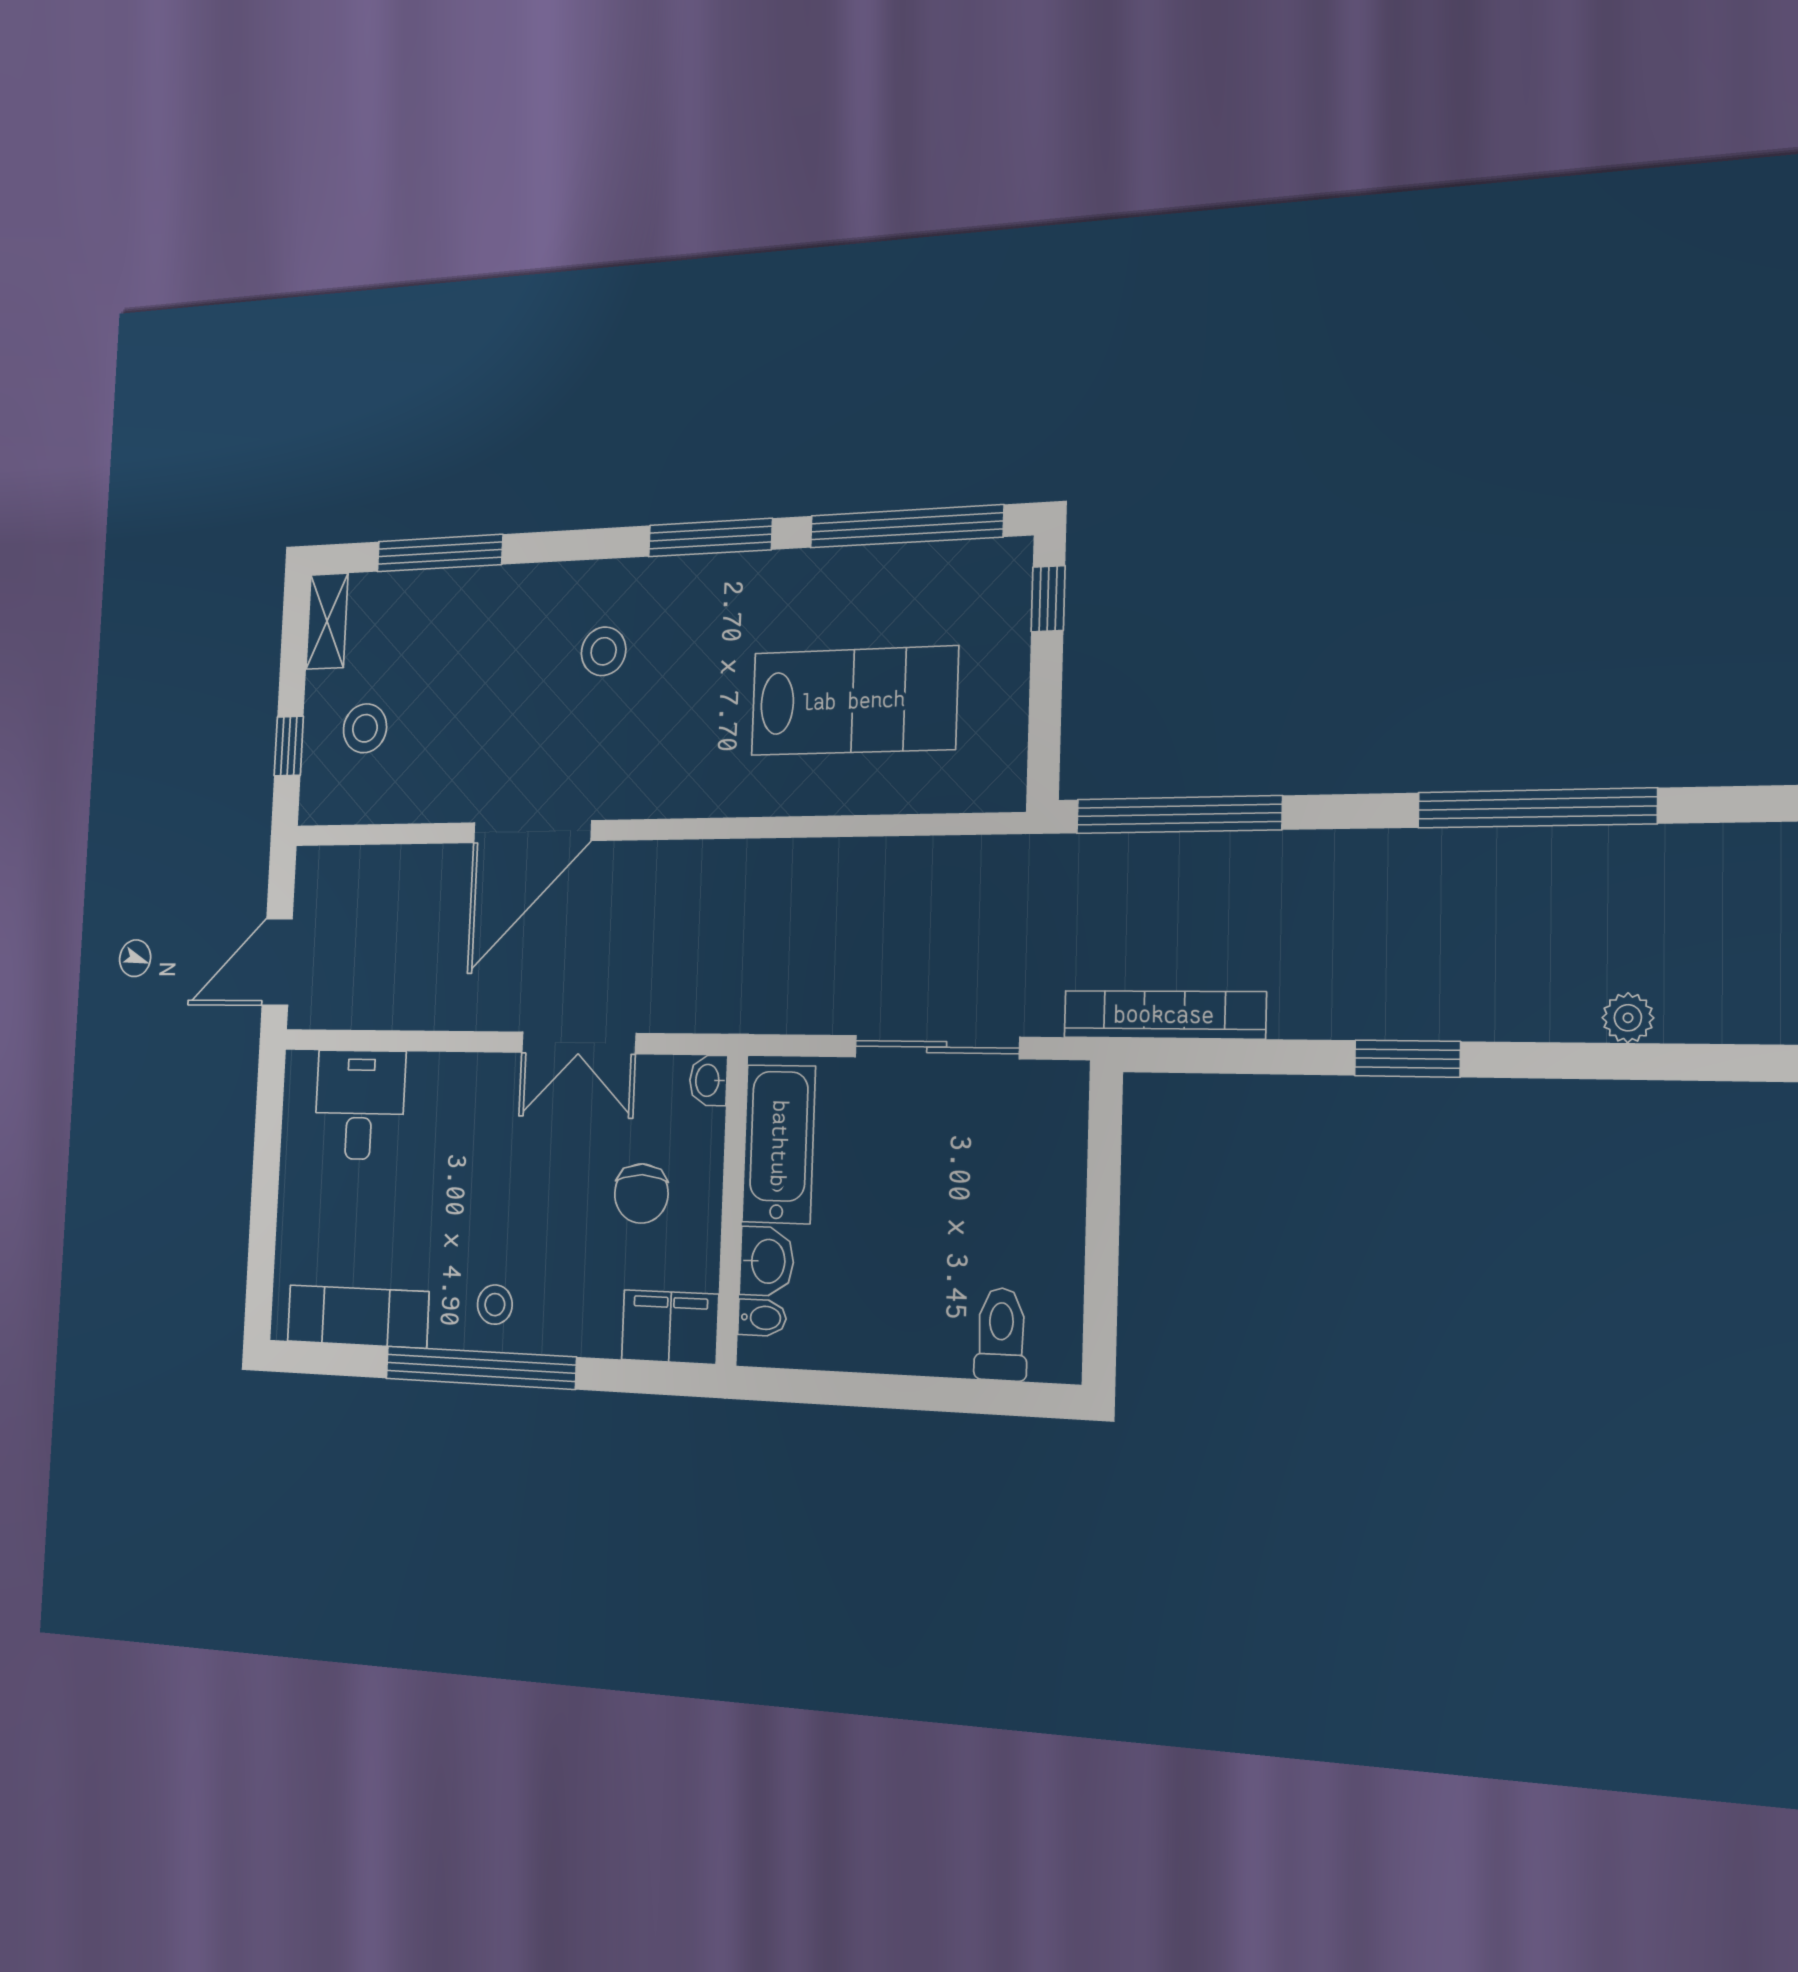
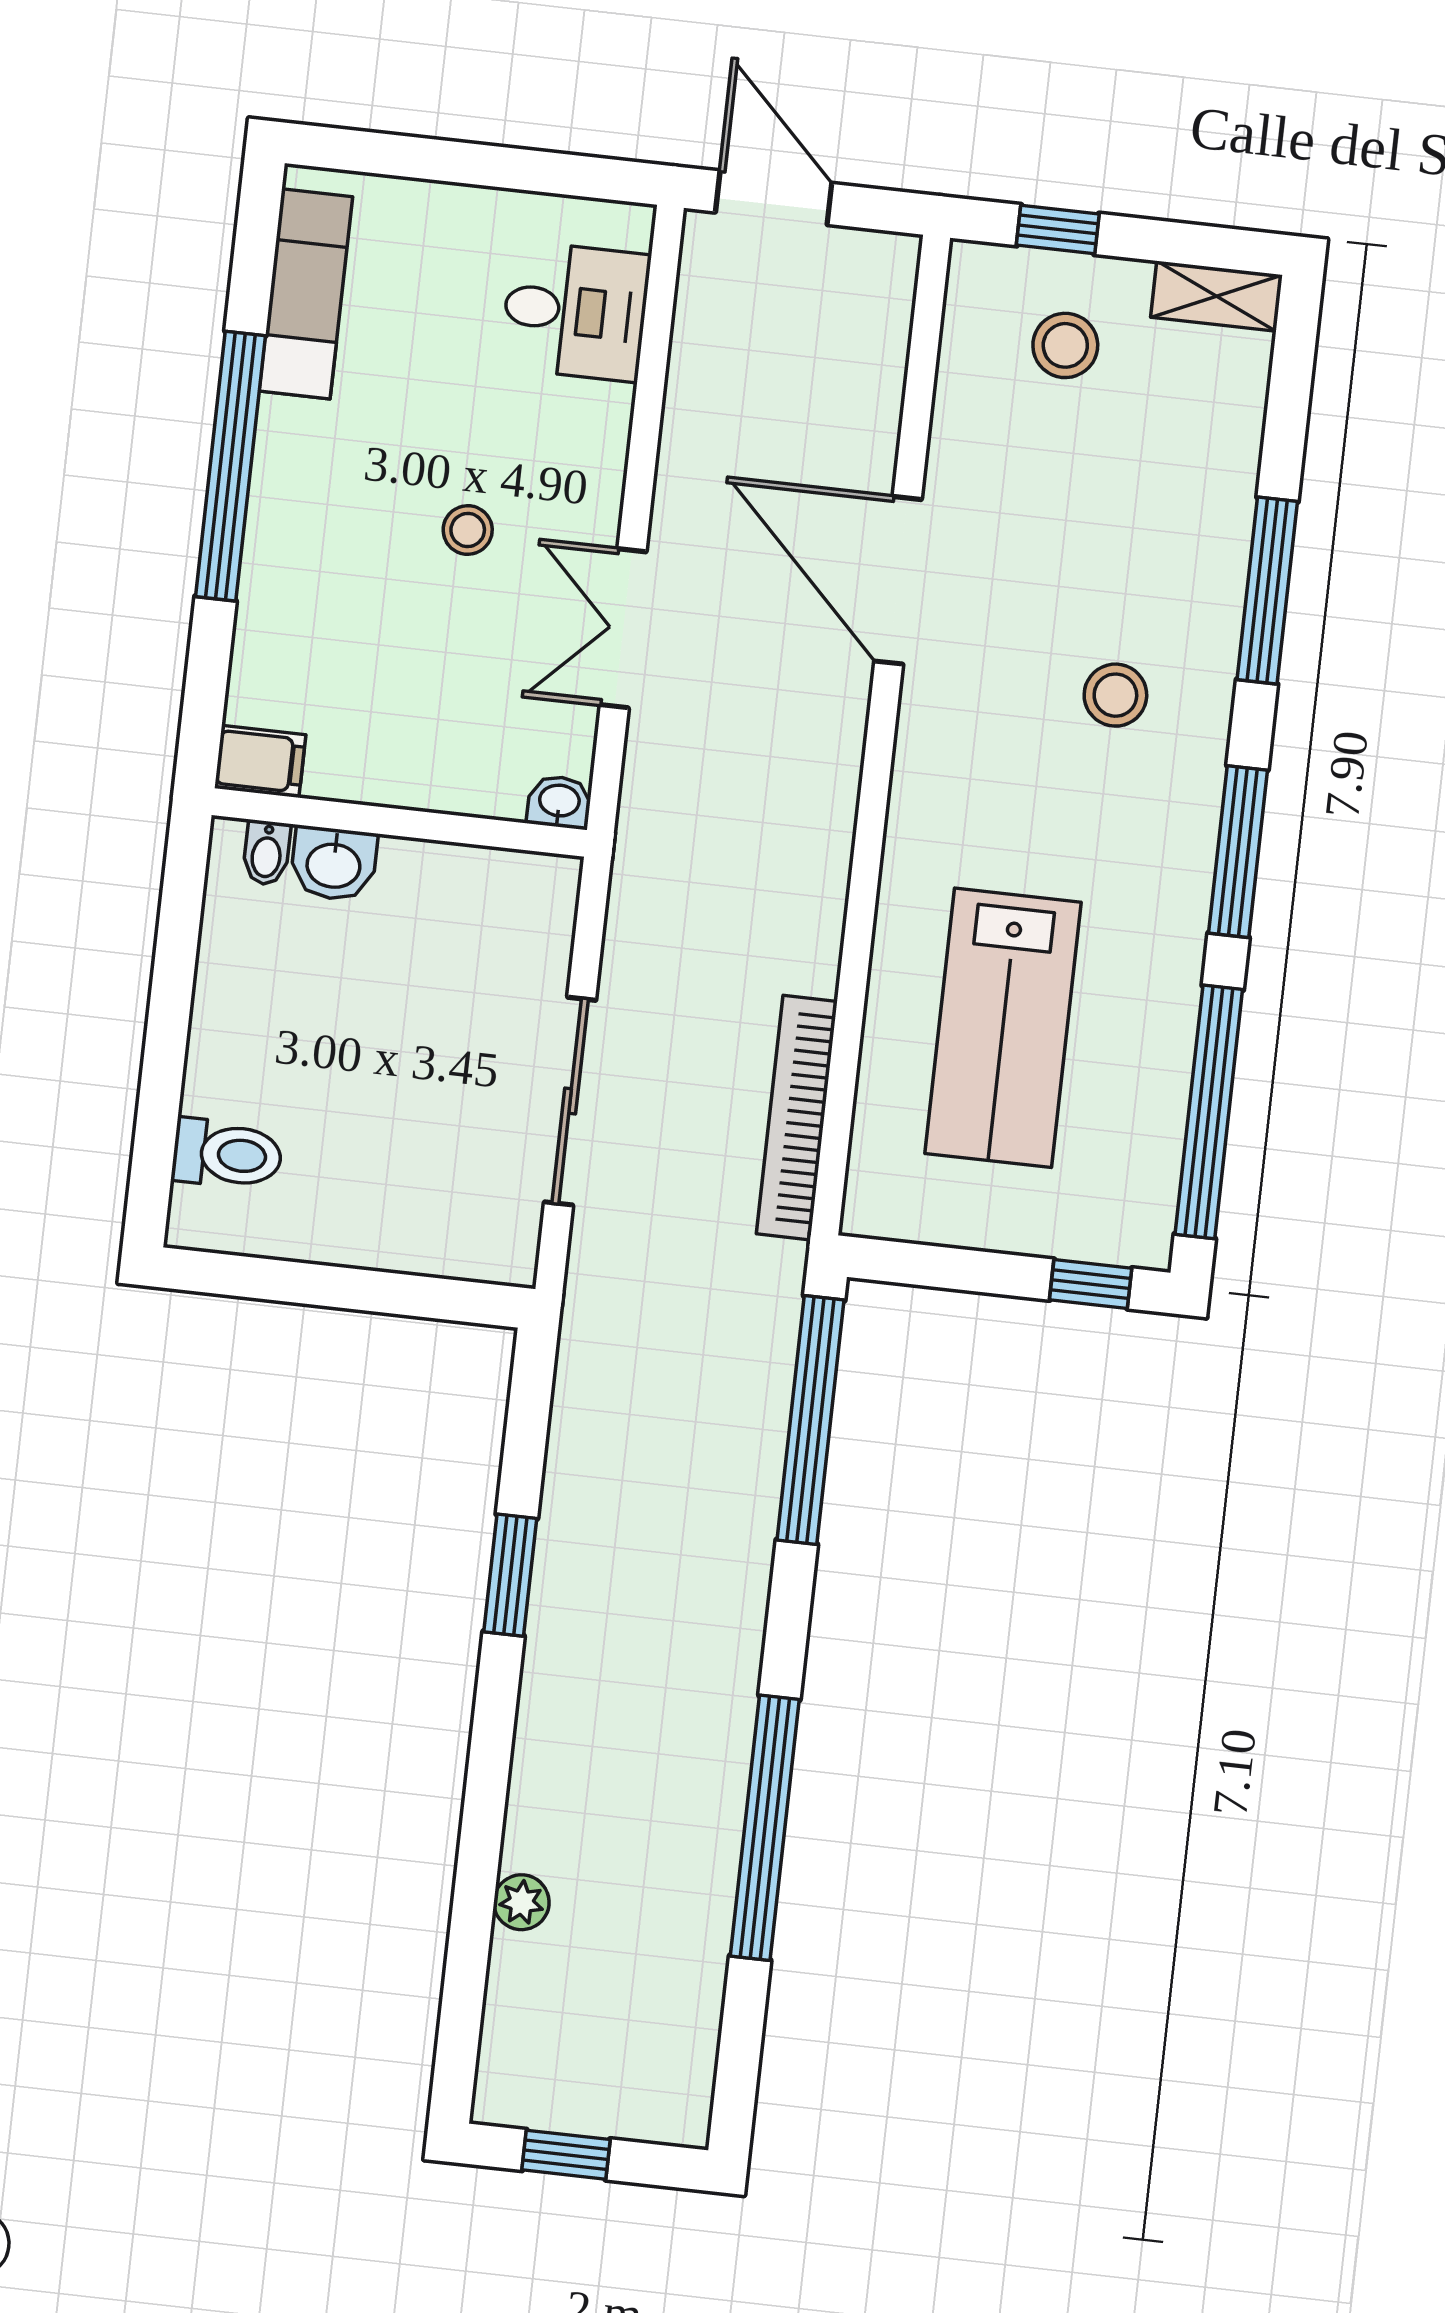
window: (440, 553) -> (1267, 591), moved
bookcase: (1164, 1015) -> (797, 1118), moved, turned 180
window: (1407, 1059) -> (510, 1575), moved
bathtub: (779, 1144) -> (473, 889), removed
chair: (641, 1194) -> (429, 702), removed
stool: (495, 1305) -> (468, 530), moved
filing cabinet: (670, 1327) -> (260, 761), width x0.50

